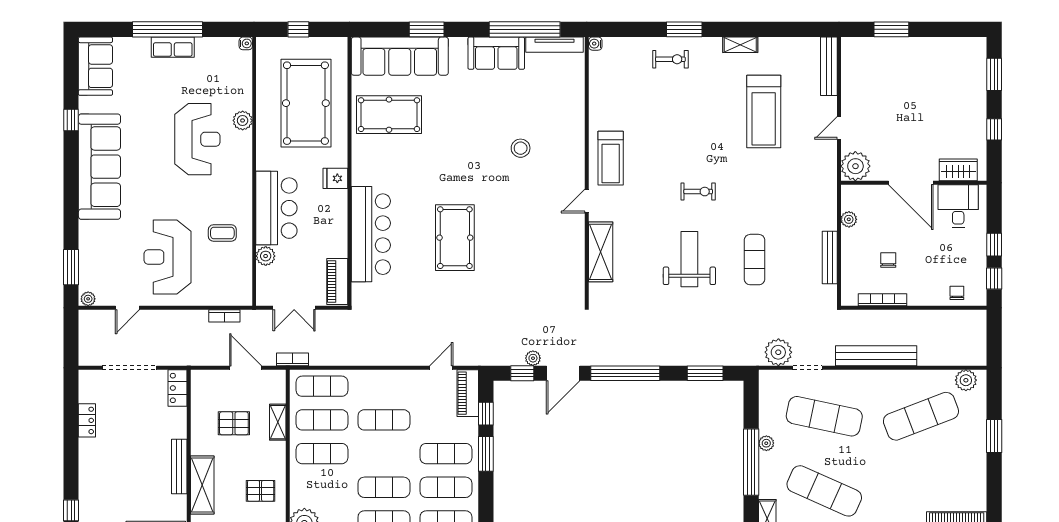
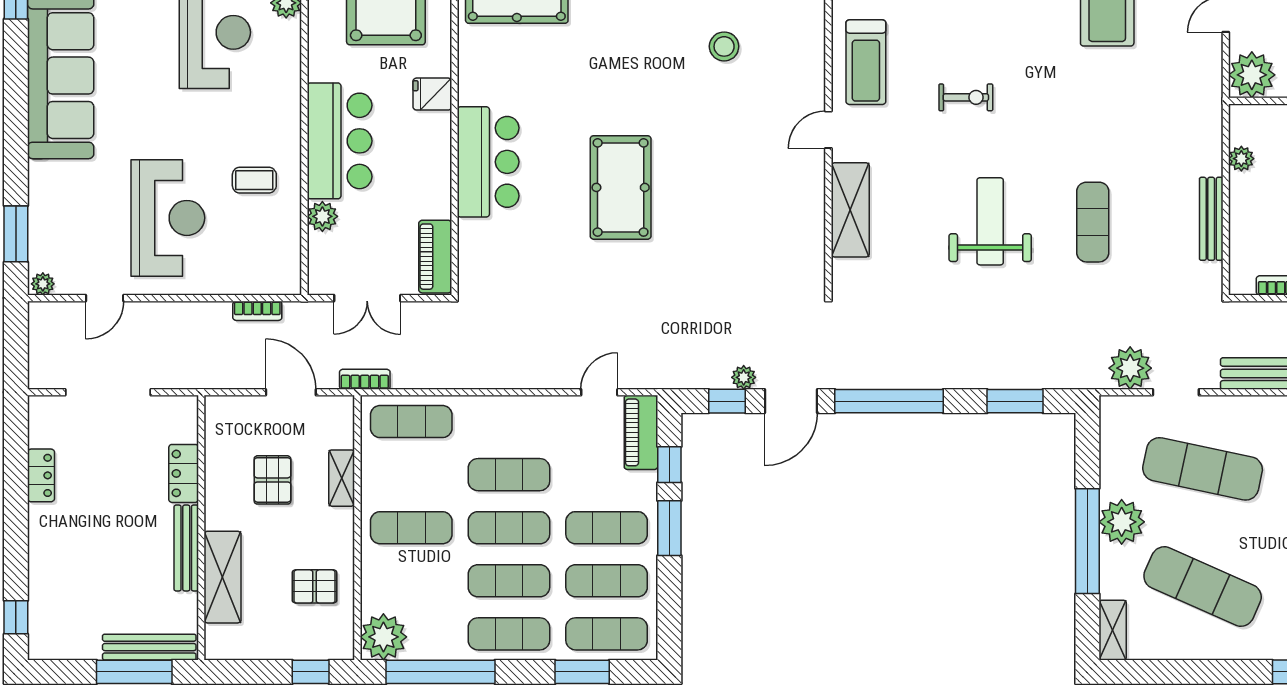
exercise bike: (698, 192) -> (966, 97), moved
bar counter: (371, 234) -> (488, 162), width x0.73
reception desk: (167, 257) -> (168, 218), turned 180
locker: (178, 388) -> (184, 473), moved
exercise mat: (322, 420) -> (509, 528), moved
pallet: (234, 423) -> (272, 480), turned 90
plant: (766, 443) -> (1122, 522), width x1.88, depth x1.88

